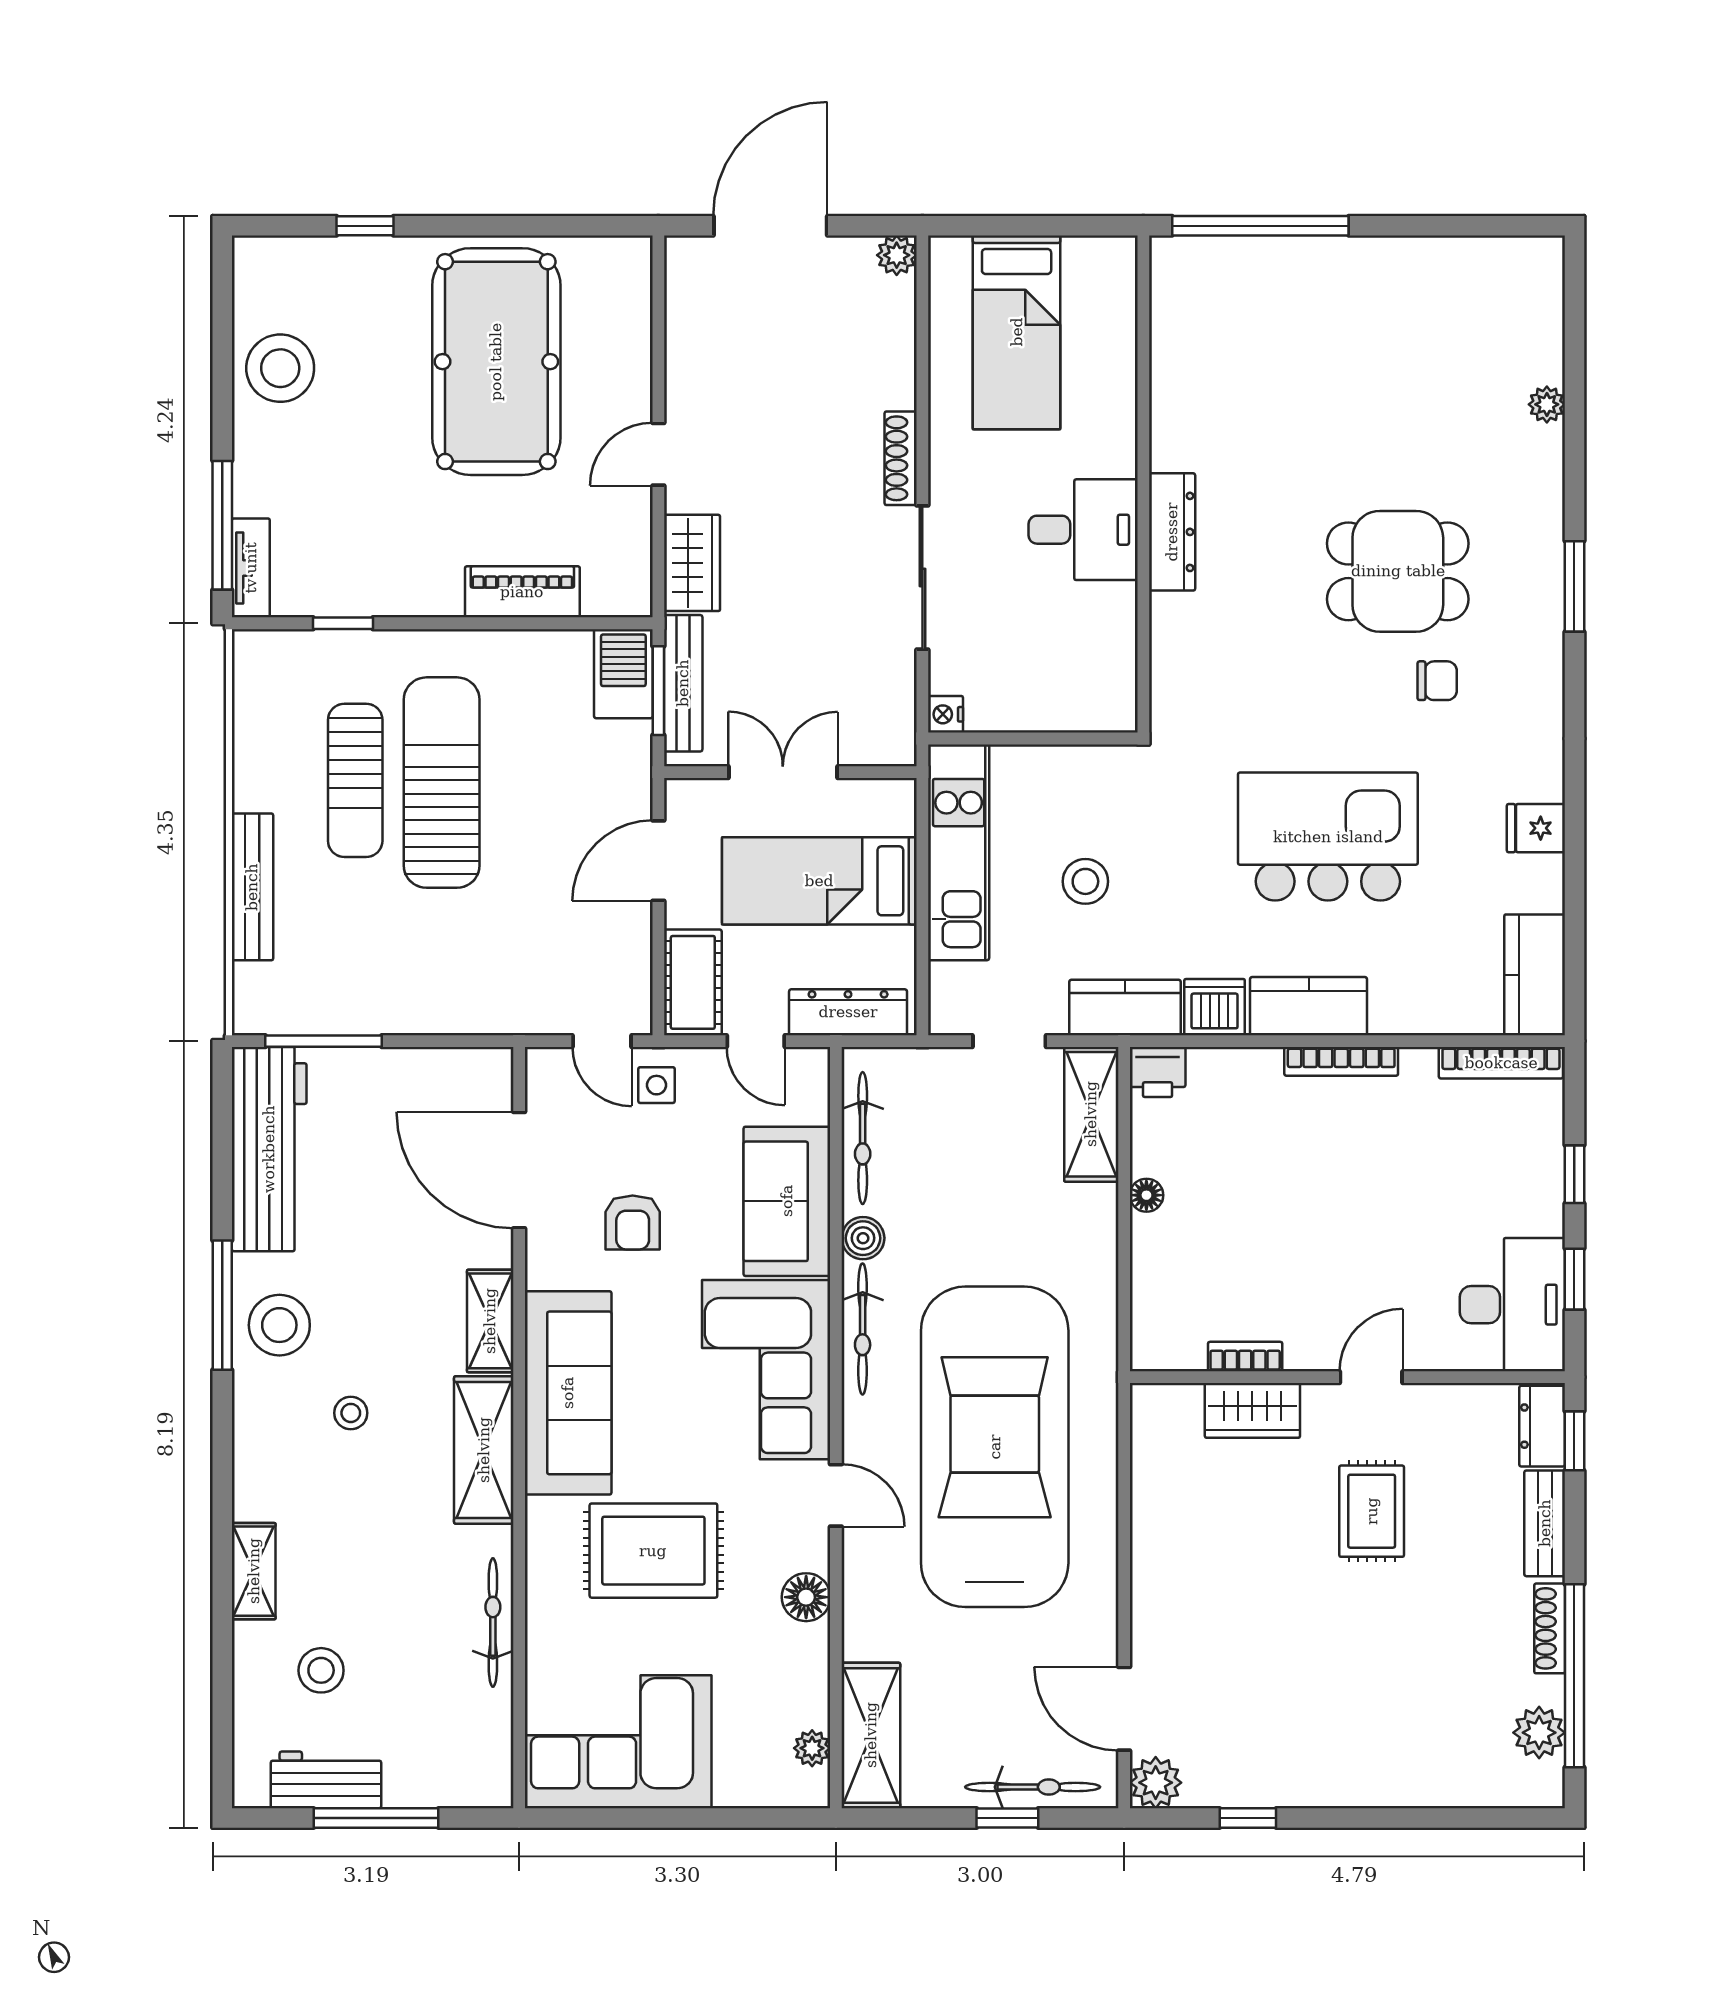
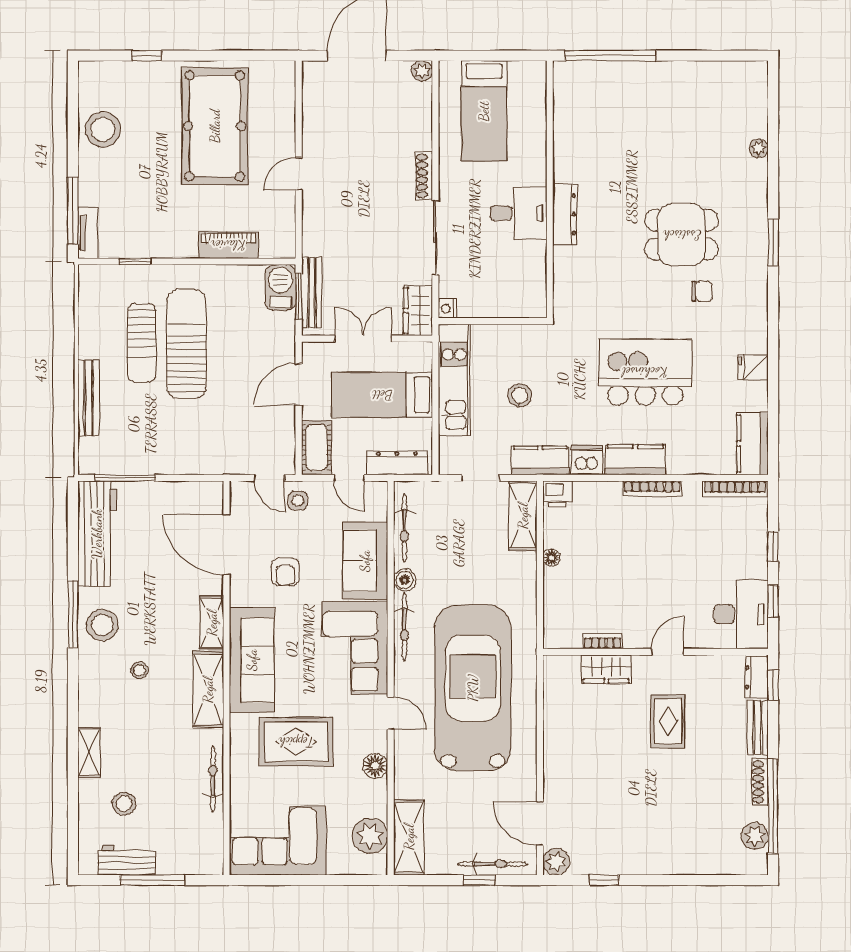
wardrobe: (692, 563) -> (418, 311), moved, turned 180
plant: (812, 1748) -> (370, 836), width x1.88, depth x1.88

